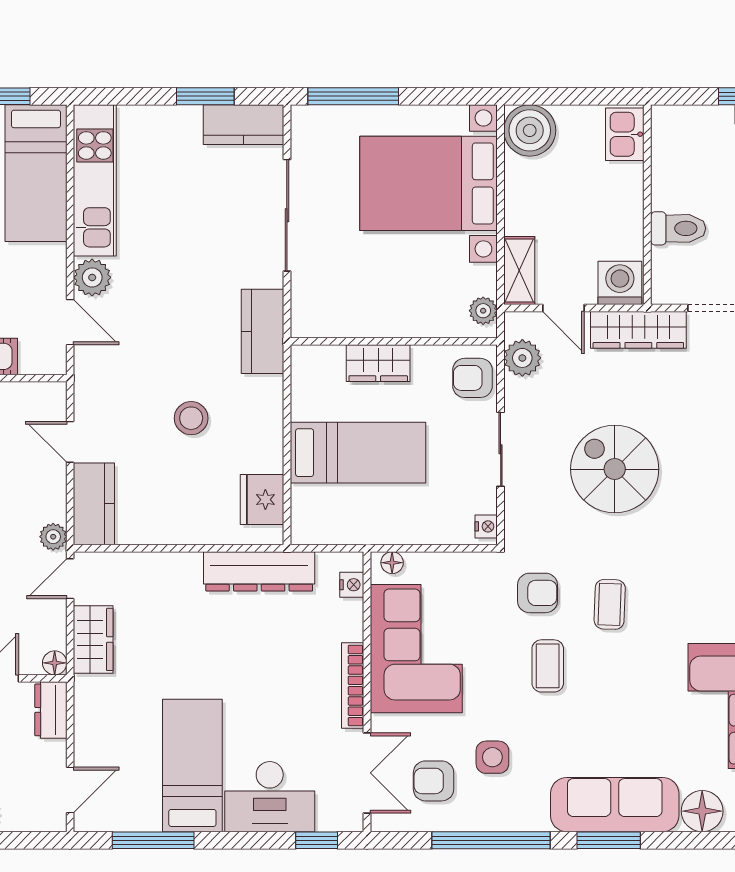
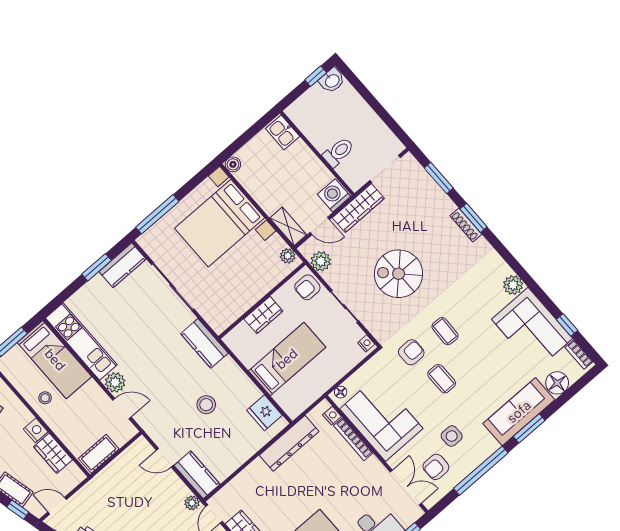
boiler: (530, 130) -> (233, 164), width x0.54, depth x0.54
bookcase: (353, 686) -> (353, 439), moved

